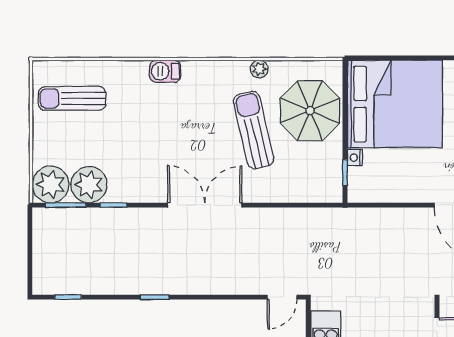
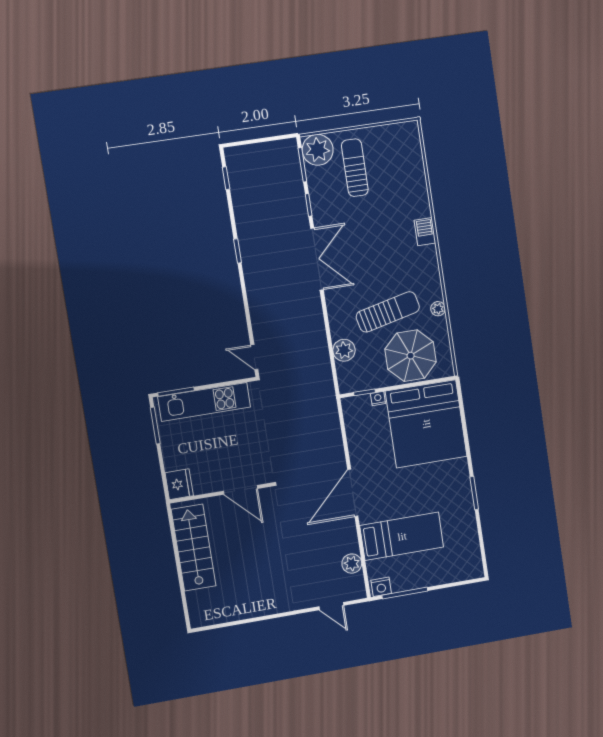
sun lounger: (72, 98) -> (355, 168), moved
plant: (89, 185) -> (344, 350), moved, width x0.73, depth x0.73
double door: (205, 205) -> (317, 259), moved

